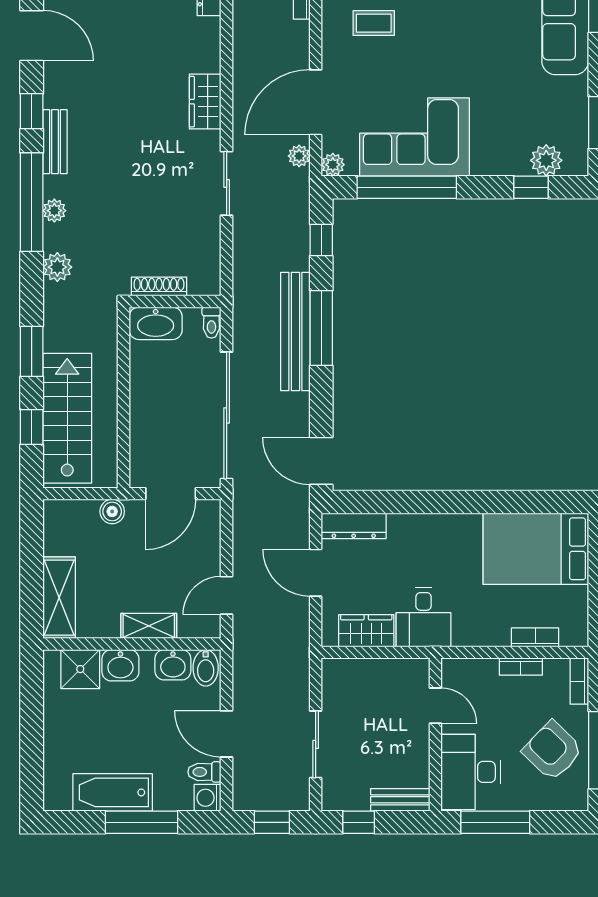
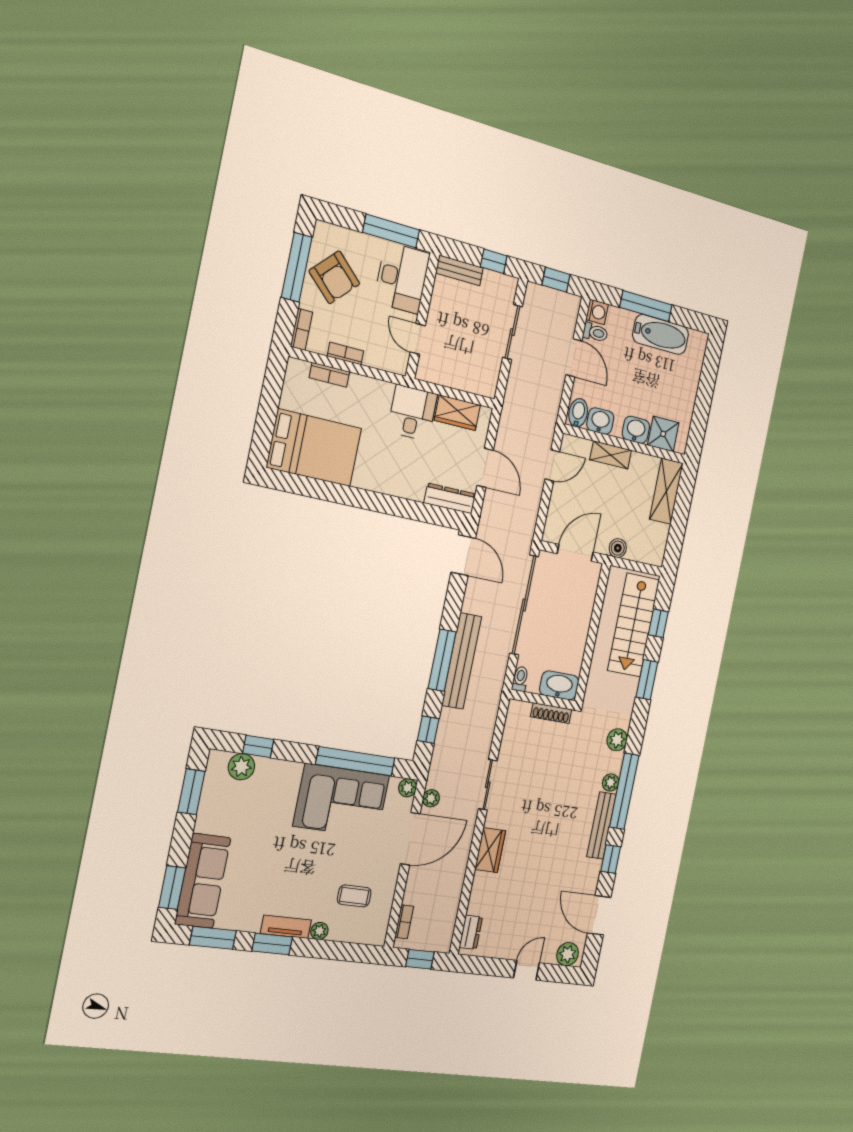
bench: (55, 142) -> (601, 825), width x1.36

